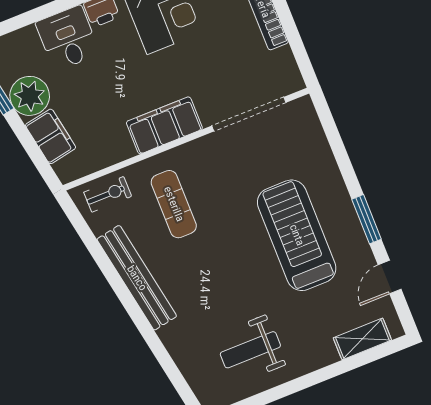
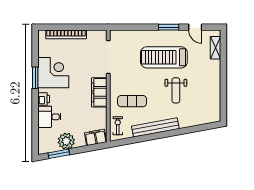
filing cabinet: (51, 136) -> (96, 137), moved
weight bench: (250, 350) -> (176, 90), moved

